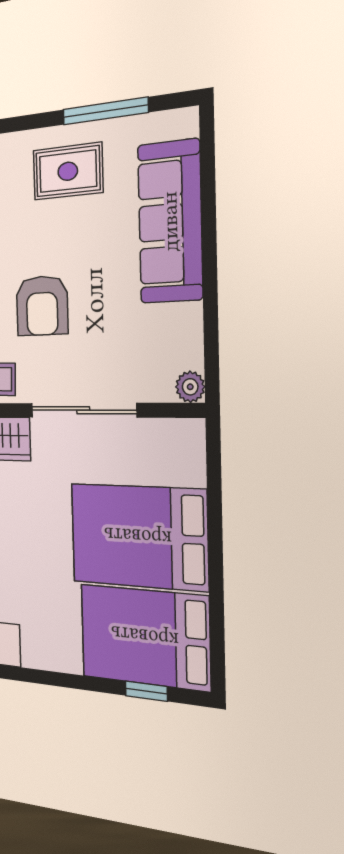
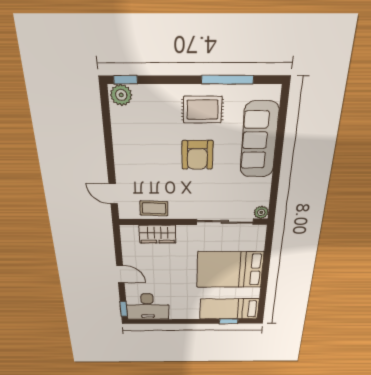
armchair: (42, 306) -> (197, 155), moved
sliding door: (83, 410) -> (225, 222), moved
bed: (145, 637) -> (229, 309), width x0.67

